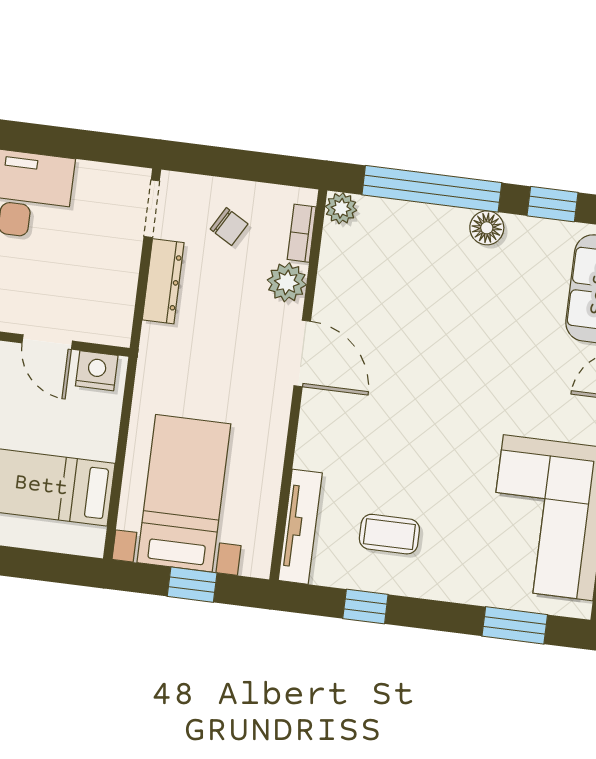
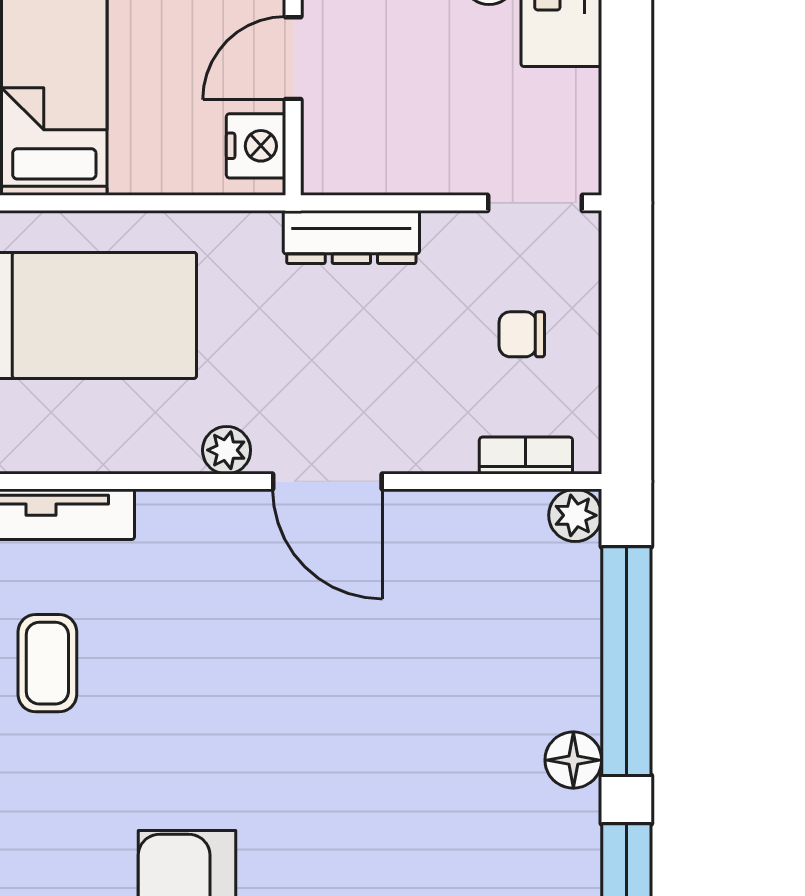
chair: (229, 227) -> (522, 334), turned 60
dresser: (163, 281) -> (351, 237), moved
plant: (287, 282) -> (227, 450), moved, width x0.73, depth x0.73
door: (302, 353) -> (327, 482), hinge flipped

